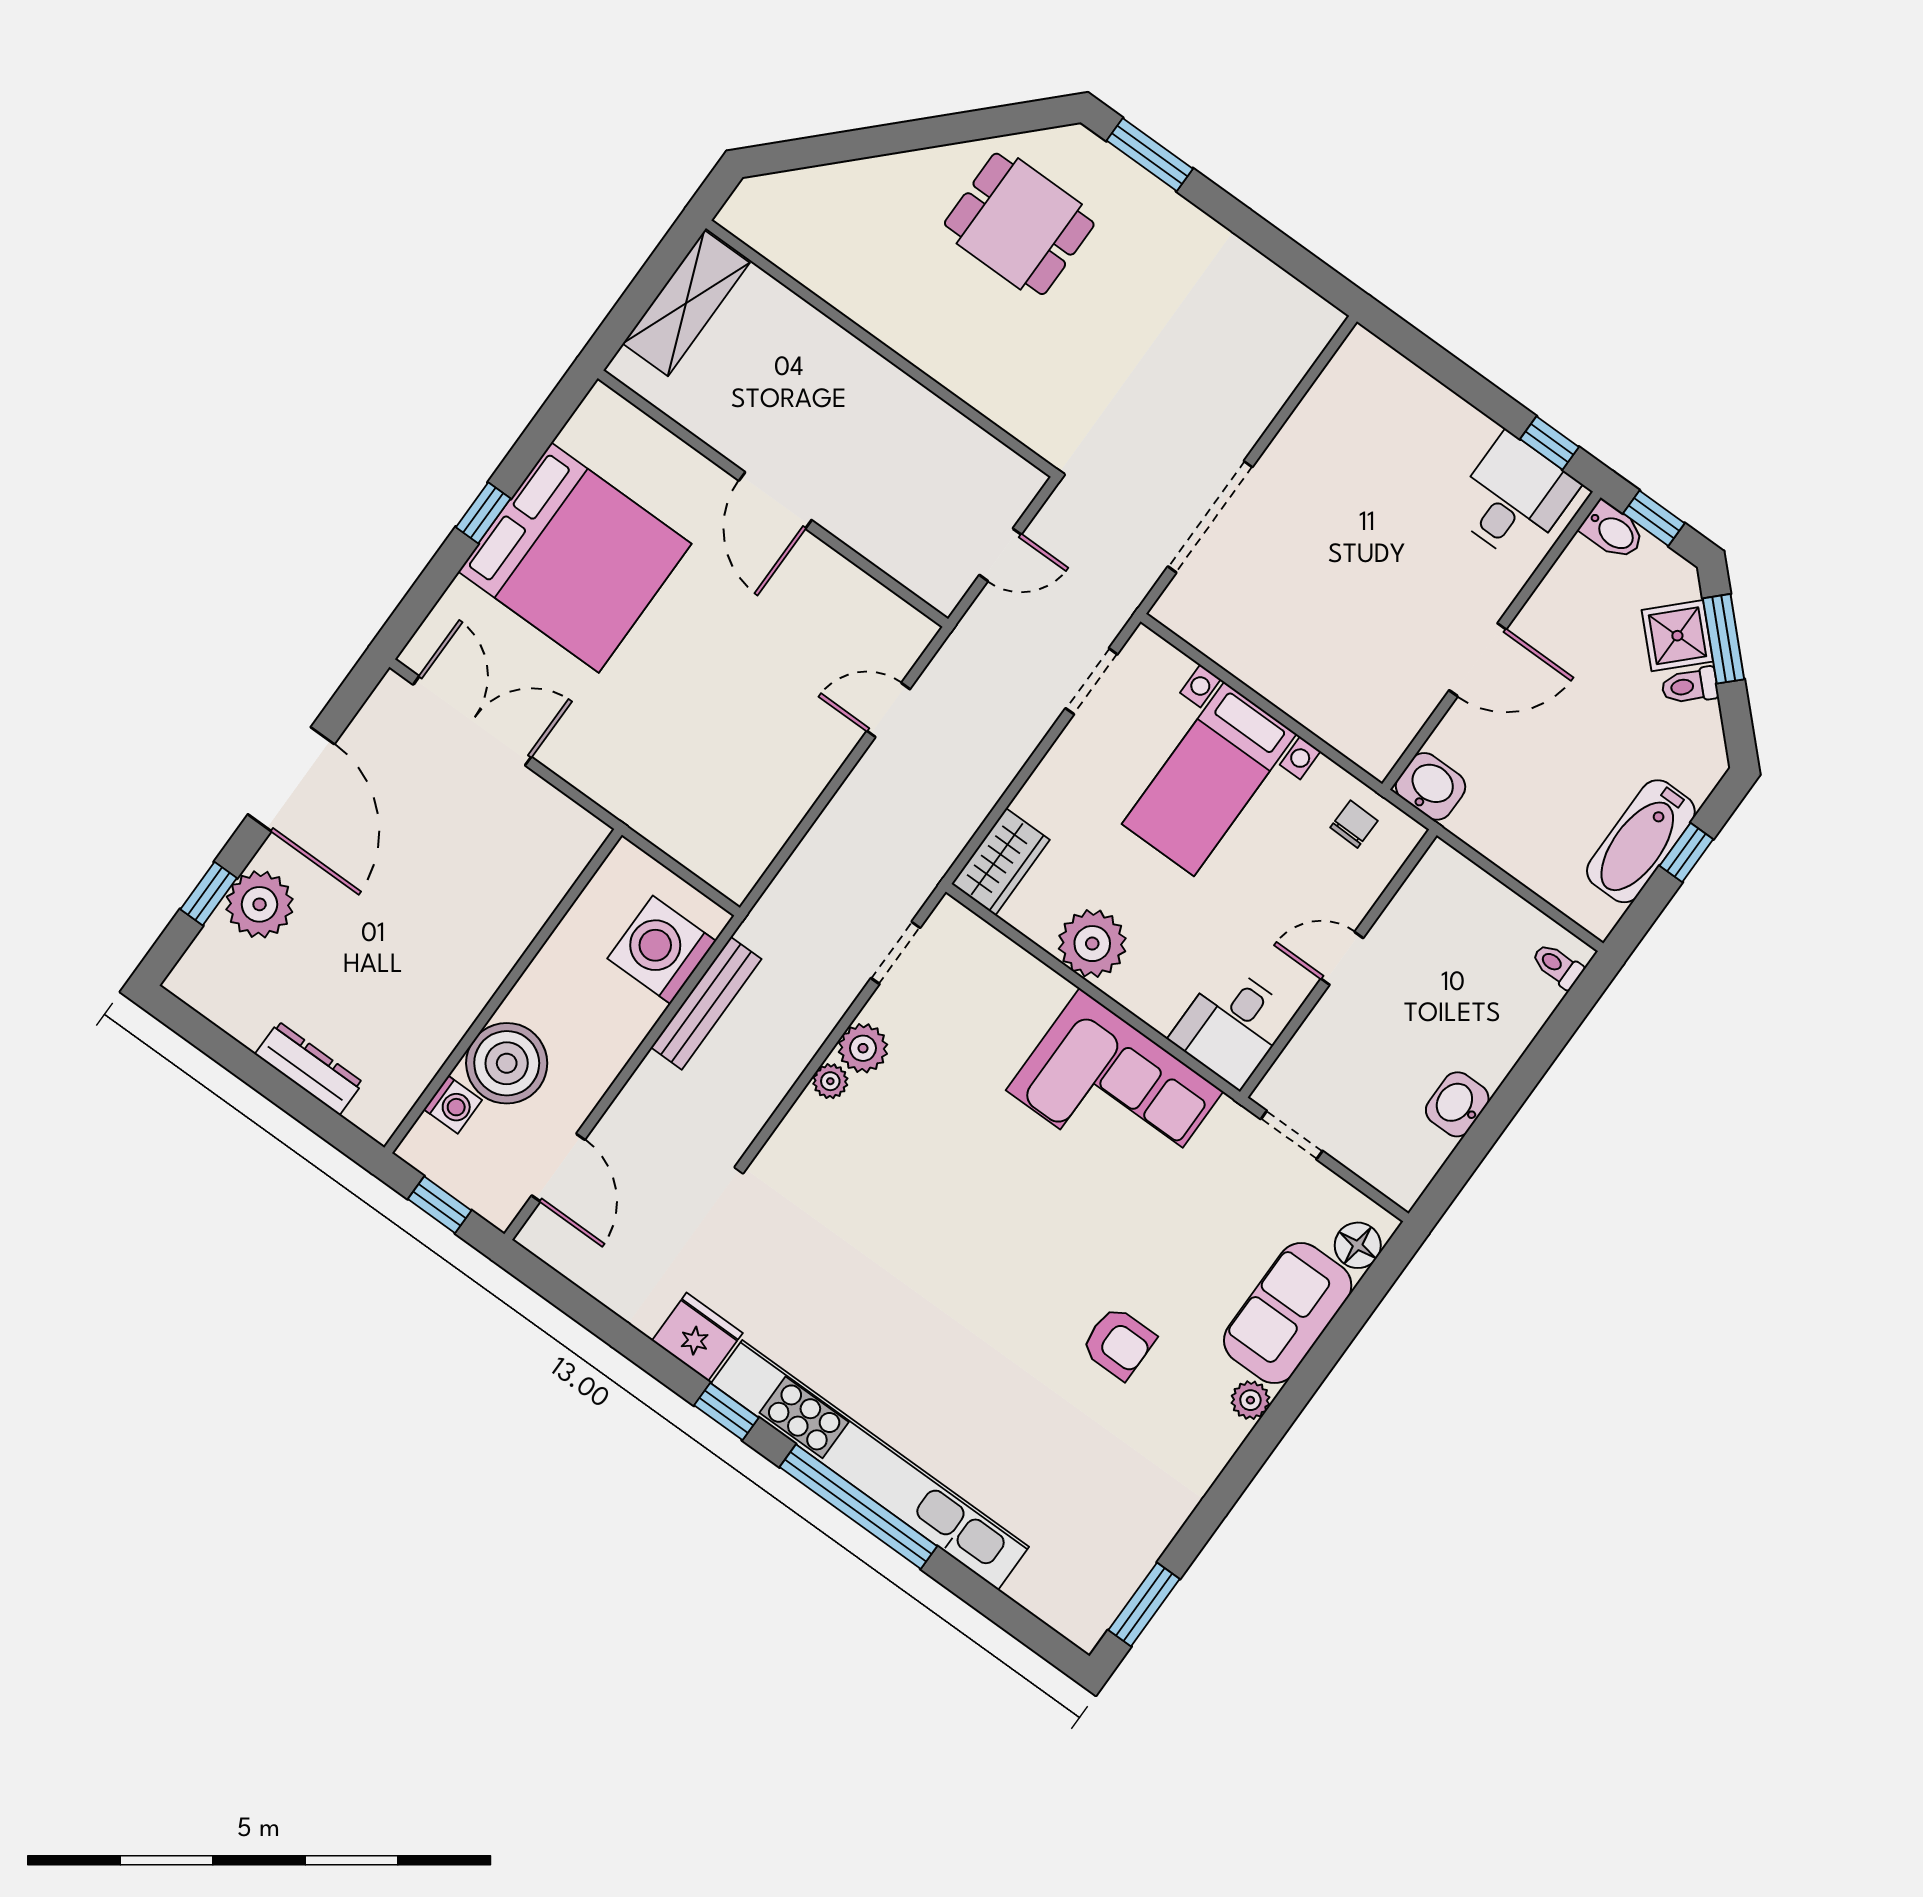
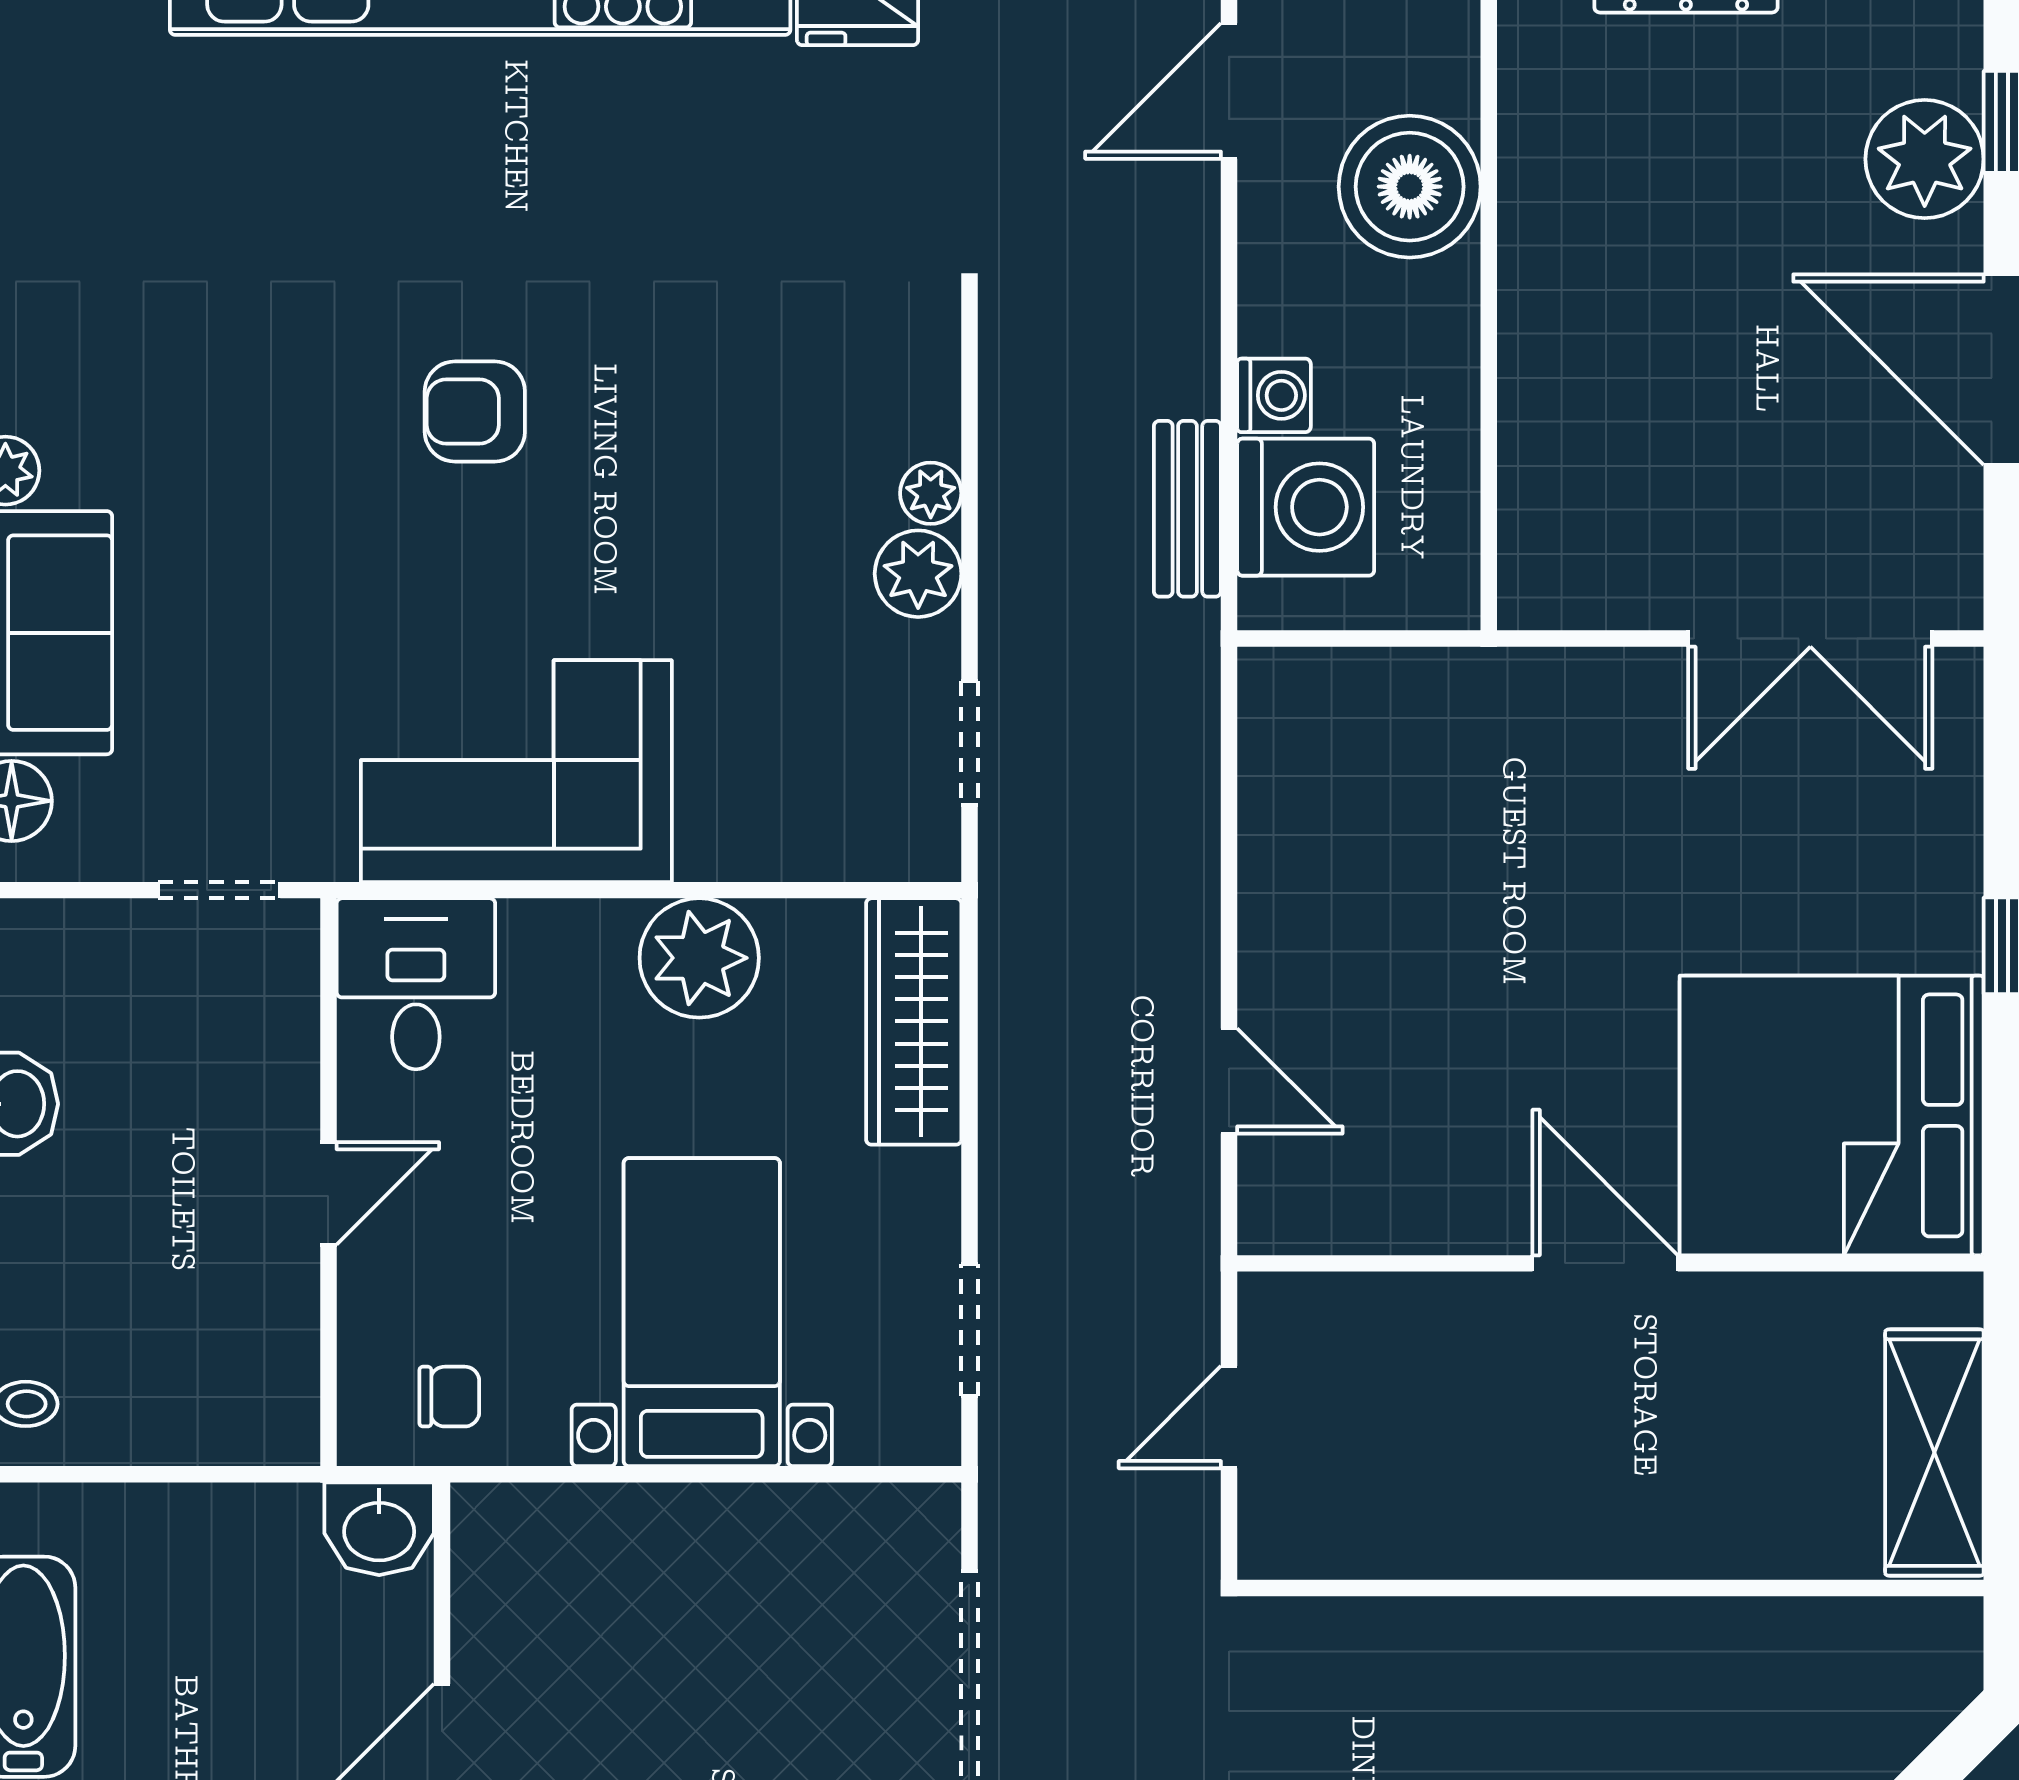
bed: (575, 558) -> (1832, 1115), moved
door: (888, 710) -> (1229, 1081), hinge flipped
chair: (1354, 824) -> (449, 1397), turned -91
wardrobe: (1001, 862) -> (914, 1021), width x1.50
bench: (706, 1003) -> (1187, 509), width x0.73
washing machine: (453, 1105) -> (1274, 395), moved, turned 180
door: (558, 1168) -> (1229, 91), hinge flipped
armchair: (1118, 1343) -> (475, 412), moved

